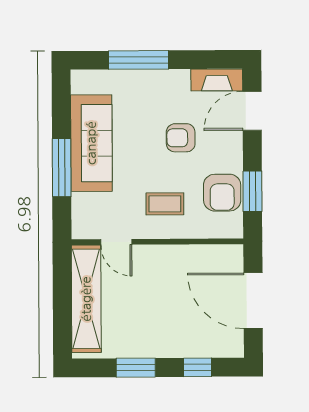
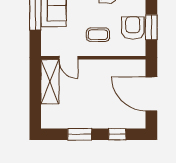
armchair: (222, 193) -> (133, 28), turned 180
shelving: (86, 299) -> (50, 82), width x0.68

